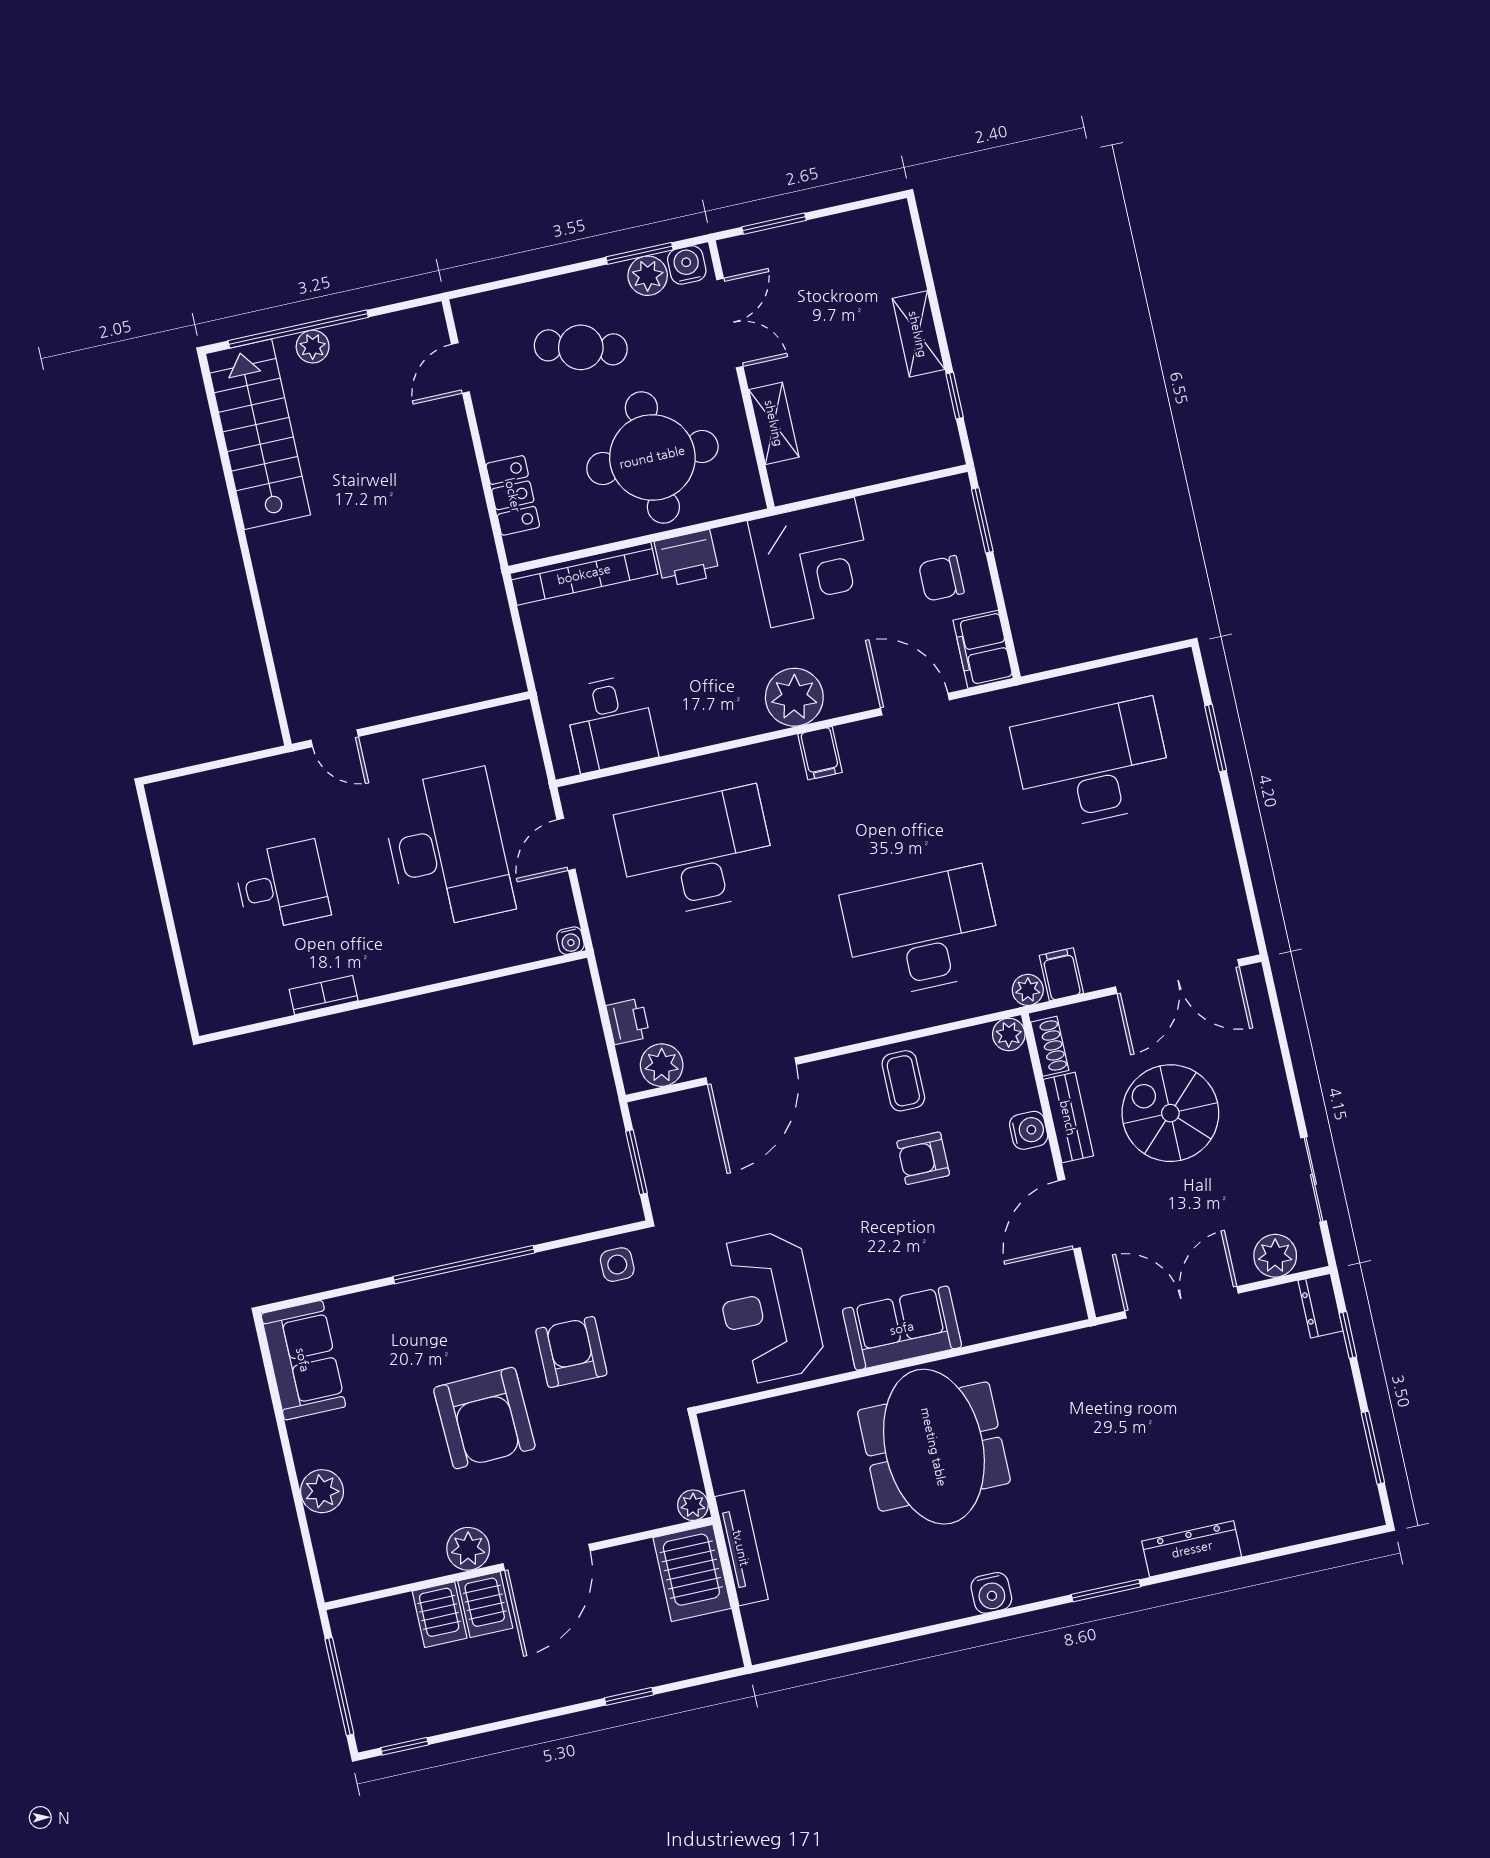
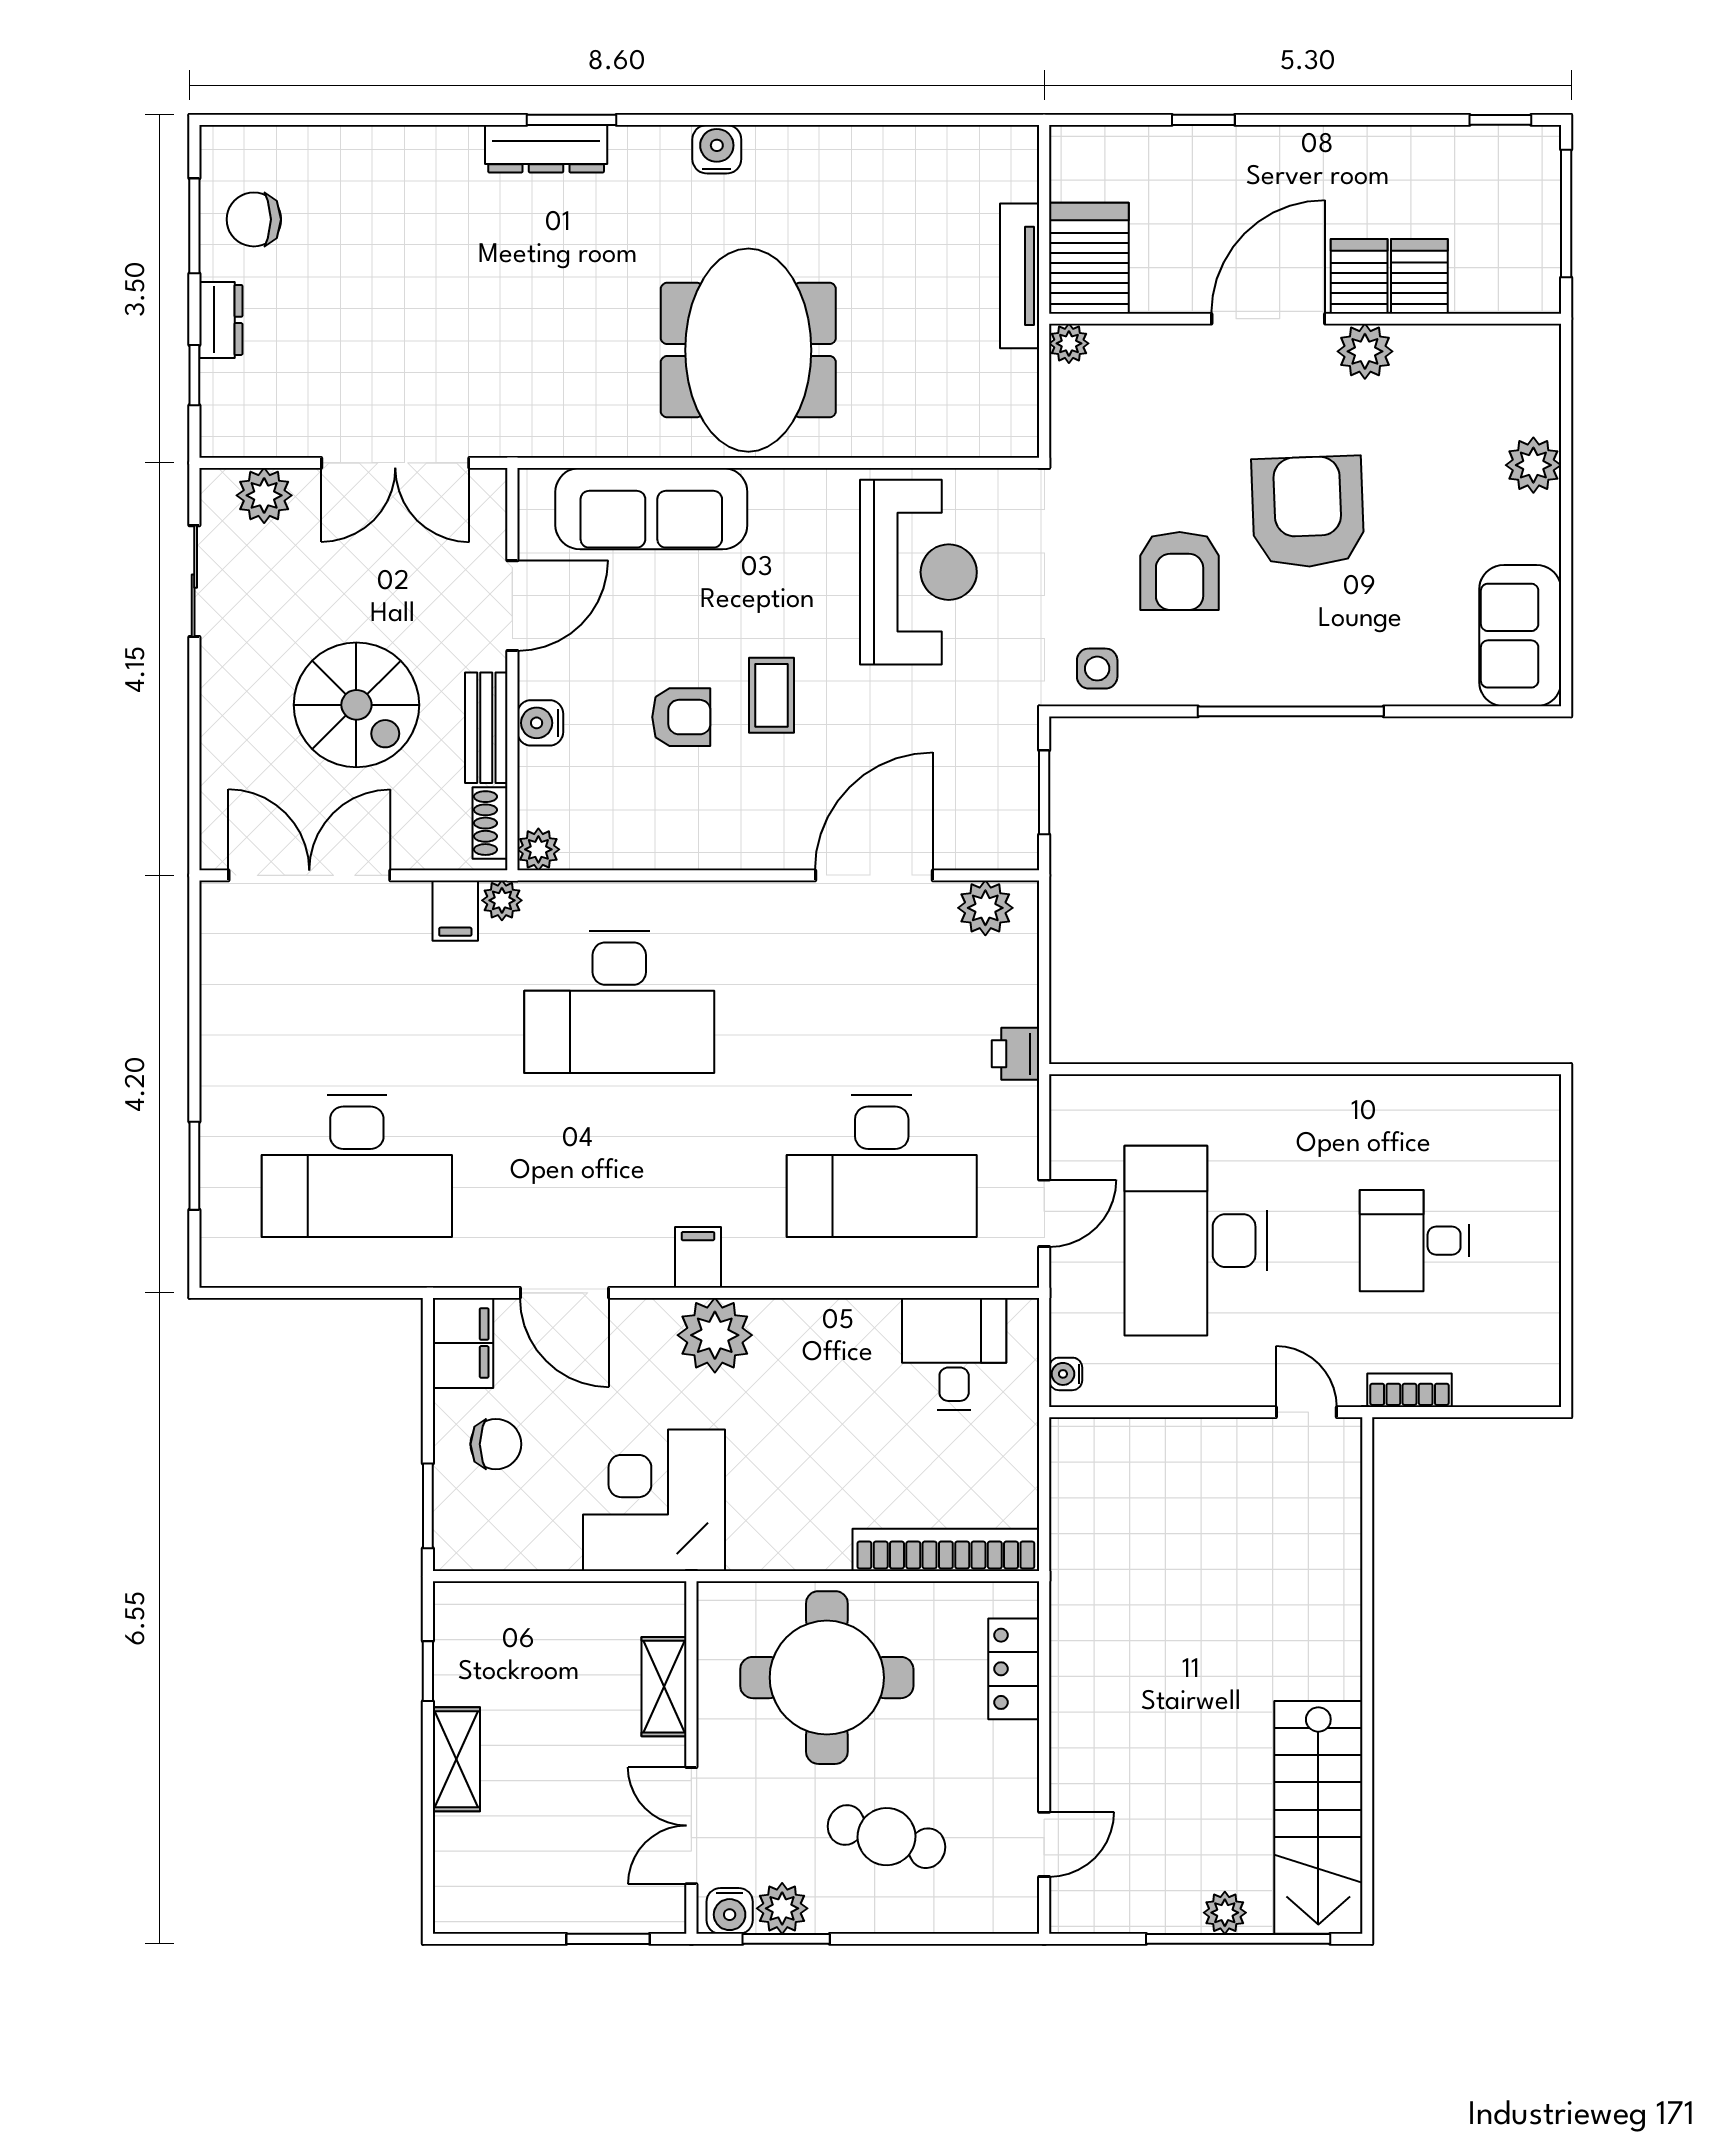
printer: (687, 558) -> (812, 1541), removed
water cooler: (570, 941) -> (1066, 1374), moved, turned -90
bookcase: (324, 995) -> (1410, 1390), moved, turned 180
printer: (628, 1021) -> (1016, 1054), moved
coffee table: (903, 1081) -> (772, 695), moved
dresser: (1321, 1306) -> (221, 320), moved
sofa: (902, 1328) -> (651, 509), moved, width x1.36
chair: (1329, 1462) -> (254, 219), added
dresser: (1192, 1549) -> (546, 149), moved

